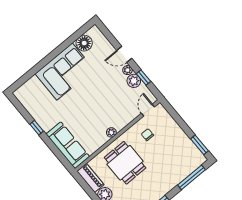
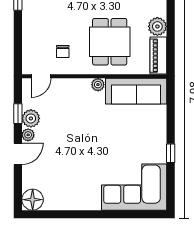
floor lamp: (84, 43) -> (33, 200), moved
door: (124, 54) -> (18, 154), hinge flipped
corner sofa: (65, 72) -> (134, 187), moved
sofa: (68, 145) -> (136, 91), moved, turned -90

